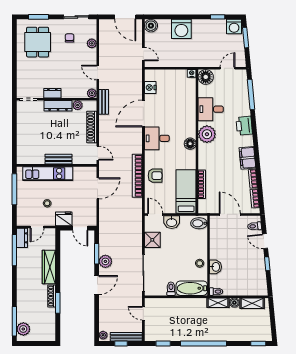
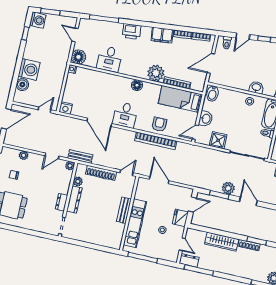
boiler: (151, 26) -> (22, 85), moved
nightstand: (150, 87) -> (66, 108), moved
plant: (207, 134) -> (156, 73), moved

